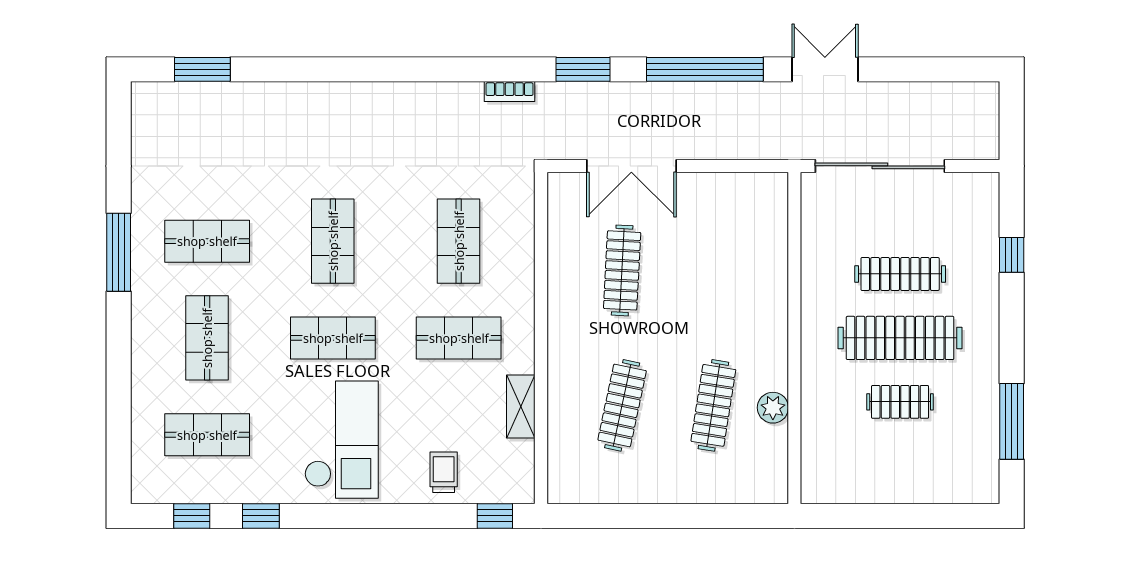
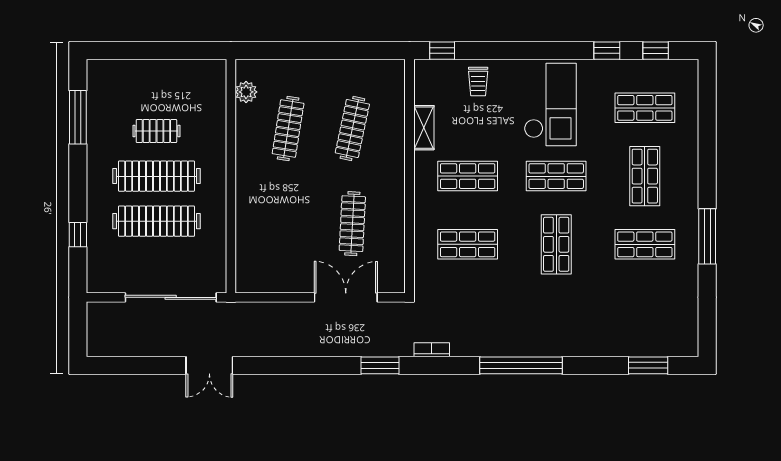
window: (705, 69) -> (521, 365), moved
shop shelf: (459, 241) -> (468, 244), turned 90
clothes rail: (900, 274) -> (156, 221), width x1.37, depth x1.31
plant: (773, 408) -> (246, 92), moved
checkout: (341, 440) -> (550, 104), turned 180

